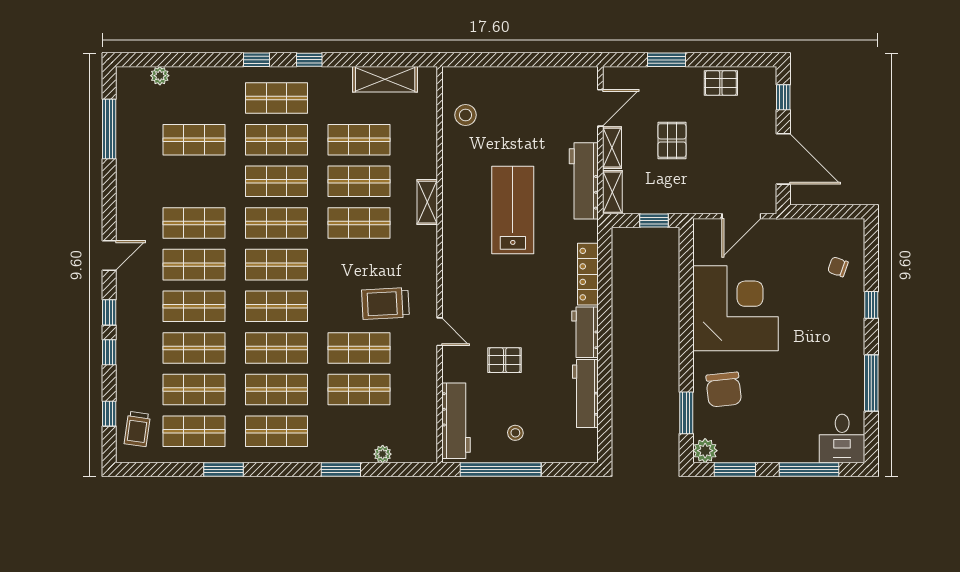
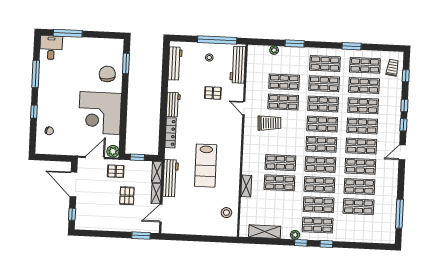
window: (666, 60) -> (141, 236), moved
plant: (160, 76) -> (295, 235), moved
pallet: (721, 83) -> (116, 171), moved
shop shelf: (359, 140) -> (359, 186), moved
shelving: (427, 202) -> (246, 186), moved
workbench: (585, 393) -> (175, 64), moved
plant: (705, 451) -> (113, 151), moved
window: (735, 469) -> (104, 35), removed

